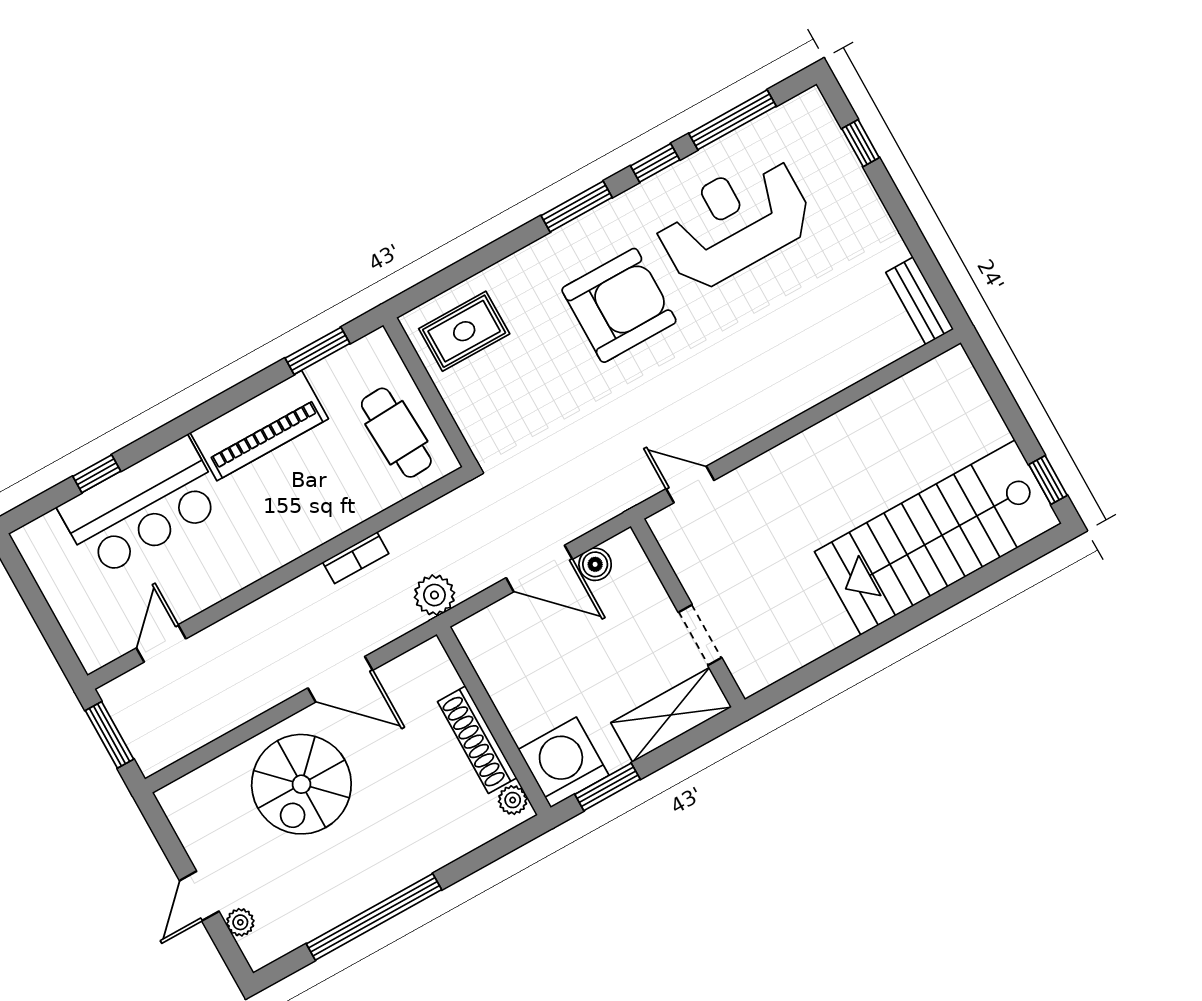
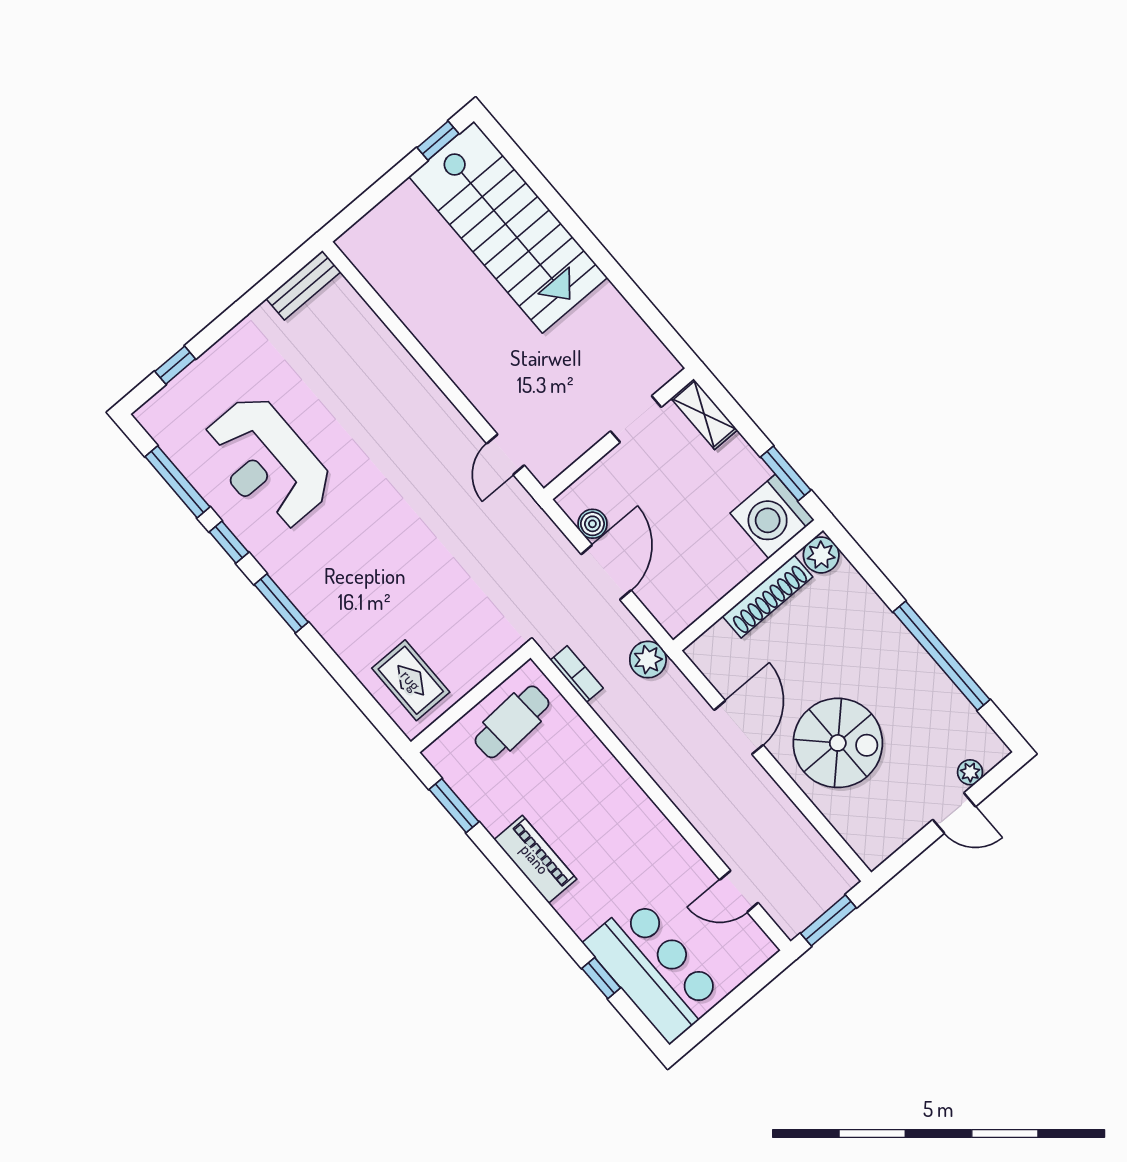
armchair: (619, 305) -> (361, 549), removed
piano: (259, 426) -> (535, 859), width x0.73, depth x0.75
bar counter: (142, 507) -> (654, 970), moved
bookcase: (356, 558) -> (577, 674), moved
shelving: (671, 715) -> (704, 414), width x0.67, depth x0.75
plant: (513, 800) -> (821, 555), width x1.38, depth x1.38

